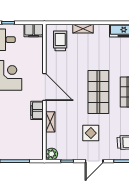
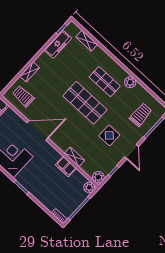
door: (44, 87) -> (37, 130), moved
filing cabinet: (37, 110) -> (66, 167), moved
plant: (38, 154) -> (89, 187), added

